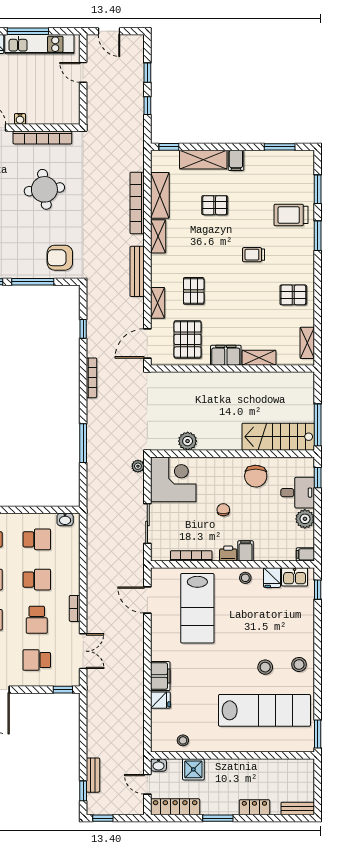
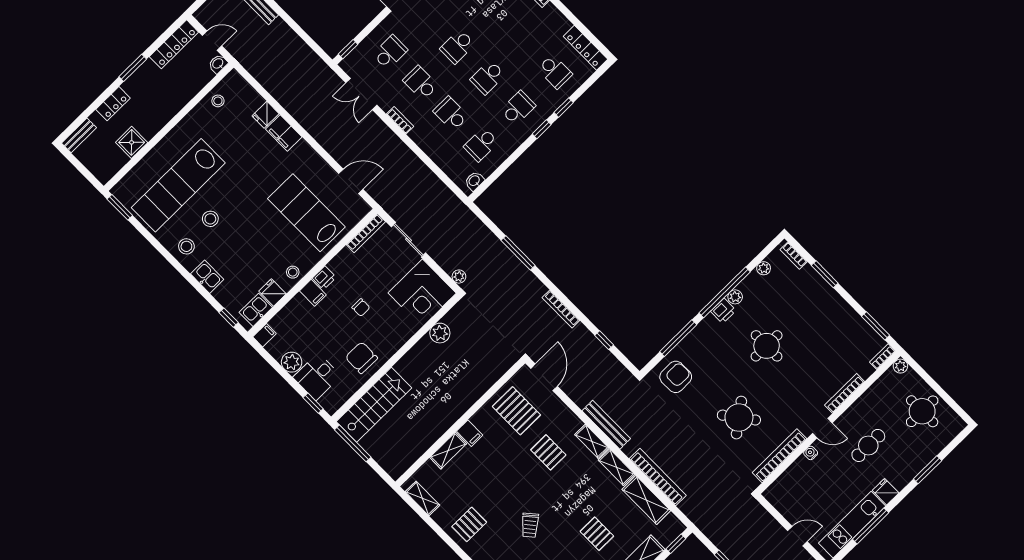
round table: (44, 189) -> (739, 418), turned -30
pallet: (215, 205) -> (597, 534), turned 90
trolley: (254, 255) -> (530, 525), turned 139
shelving: (158, 303) -> (592, 441), moved
filing cabinet: (226, 355) -> (470, 433), width x0.50
bookcase: (191, 556) -> (366, 233), moved
school desk: (37, 580) -> (451, 114), turned 90
kitchen sink: (305, 631) -> (207, 277), added
shower: (193, 769) -> (132, 142), moved

